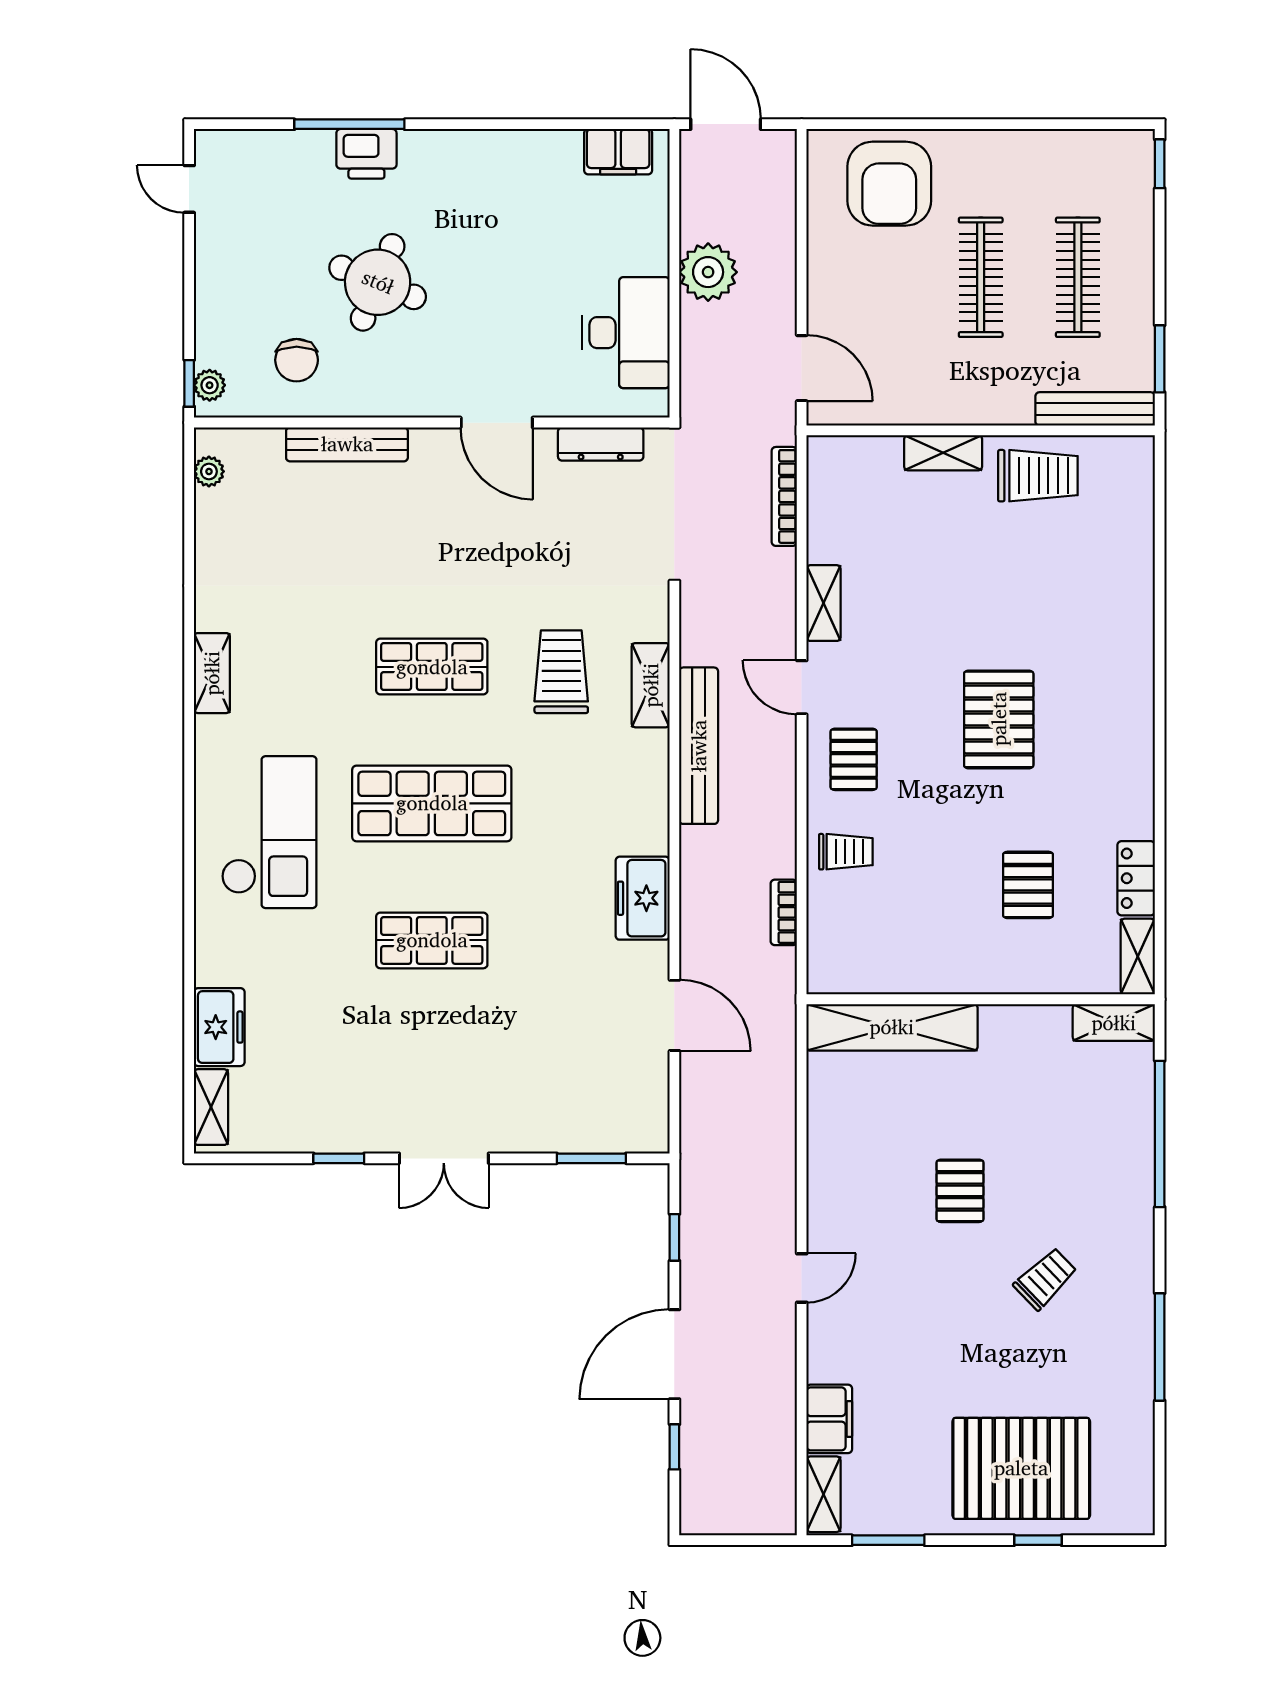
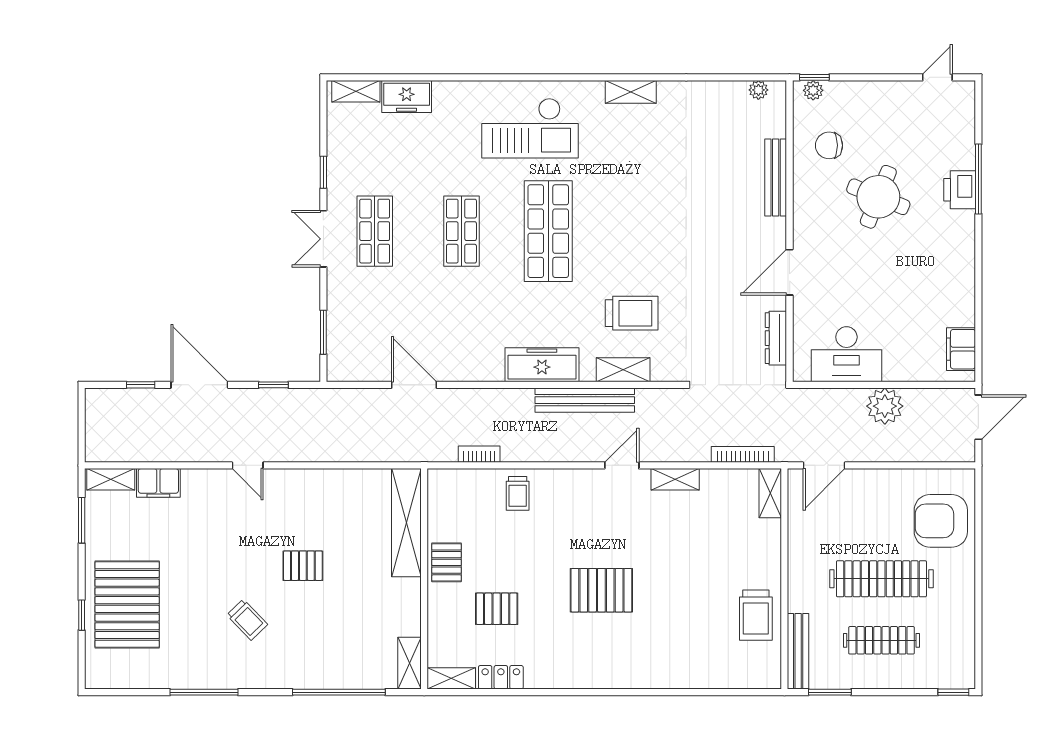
clothes rail: (981, 277) -> (881, 579), width x1.37, depth x1.31
shelving: (943, 453) -> (770, 493), moved
shop shelf: (432, 667) -> (375, 231), moved
pallet: (854, 759) -> (447, 562), moved, turned 90
freezer: (643, 898) -> (542, 365), moved, width x1.40
door: (674, 1015) -> (414, 385), swing flipped

